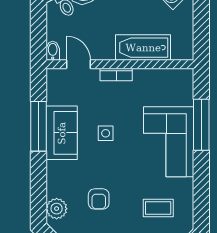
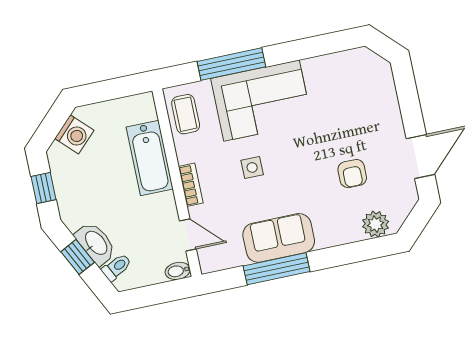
door: (78, 64) -> (188, 235), swing flipped
side table: (106, 133) -> (252, 167), moved
armchair: (99, 199) -> (352, 174), turned 90
coffee table: (158, 208) -> (186, 114), moved

